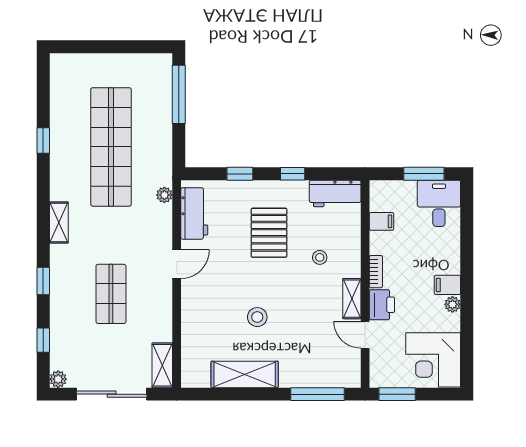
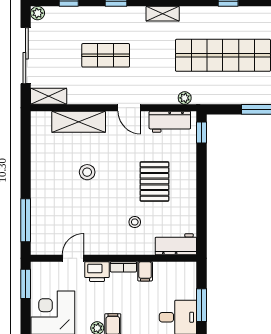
window: (240, 174) -> (202, 132), moved
window: (293, 174) -> (202, 200), removed
workbench: (335, 193) -> (176, 244), moved, turned 90
filing cabinet: (382, 221) -> (145, 271), moved
pallet: (269, 233) -> (154, 182), turned 90
shelving: (352, 299) -> (102, 248), removed
shelving: (245, 374) -> (79, 122), moved, turned 90

